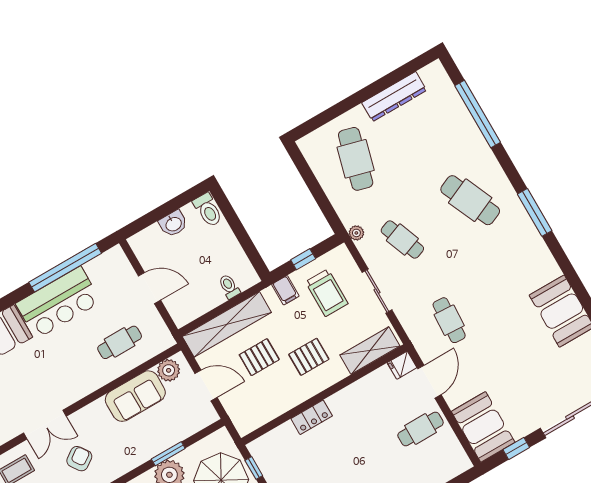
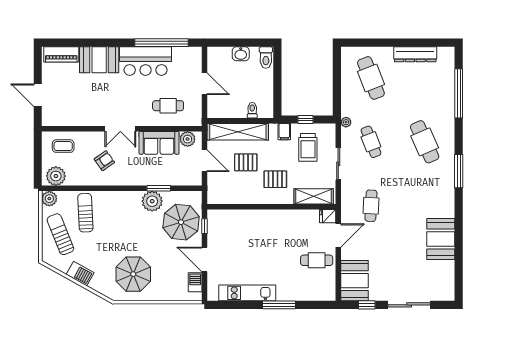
cafe table: (356, 159) -> (371, 78), turned -36
locker: (312, 417) -> (256, 216), removed
double door: (45, 425) -> (120, 129), moved

